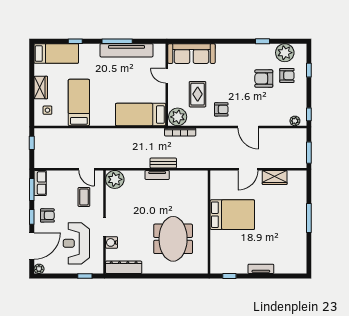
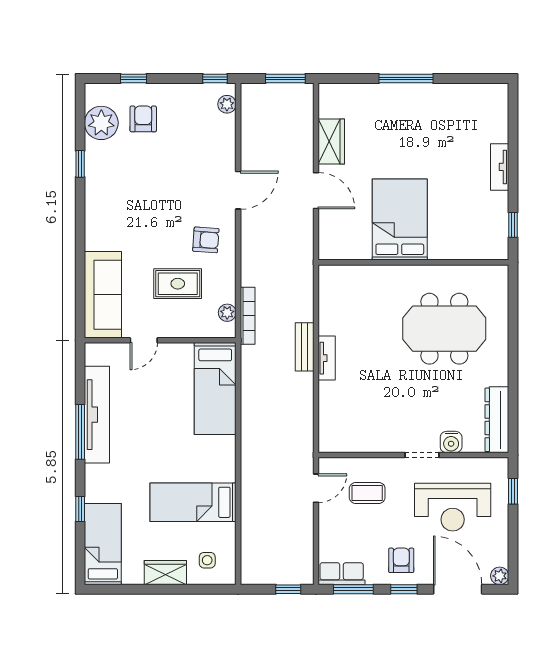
armchair: (264, 79) -> (149, 162), removed
armchair: (221, 109) -> (206, 240), turned 94
plant: (178, 117) -> (227, 313), width x0.53, depth x0.53
window: (32, 143) -> (288, 589), moved
plant: (115, 179) -> (335, 436), removed

